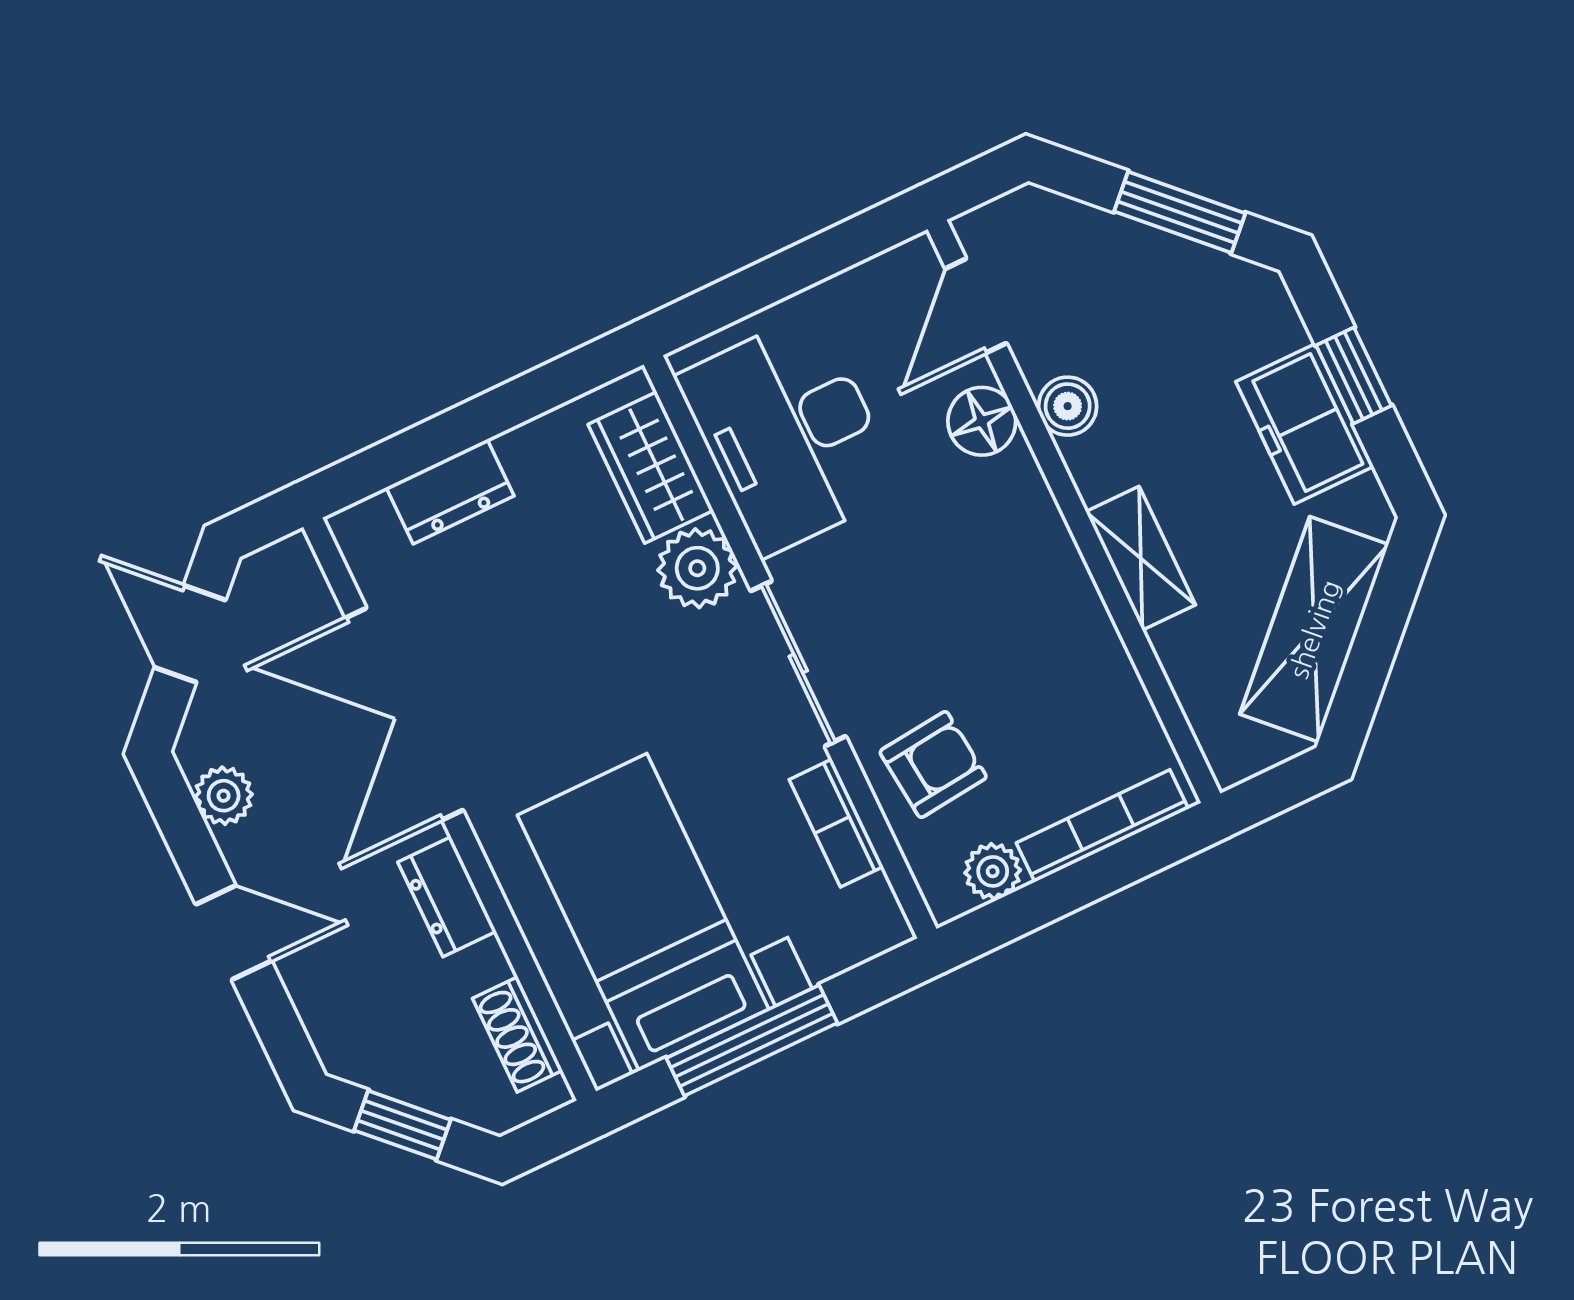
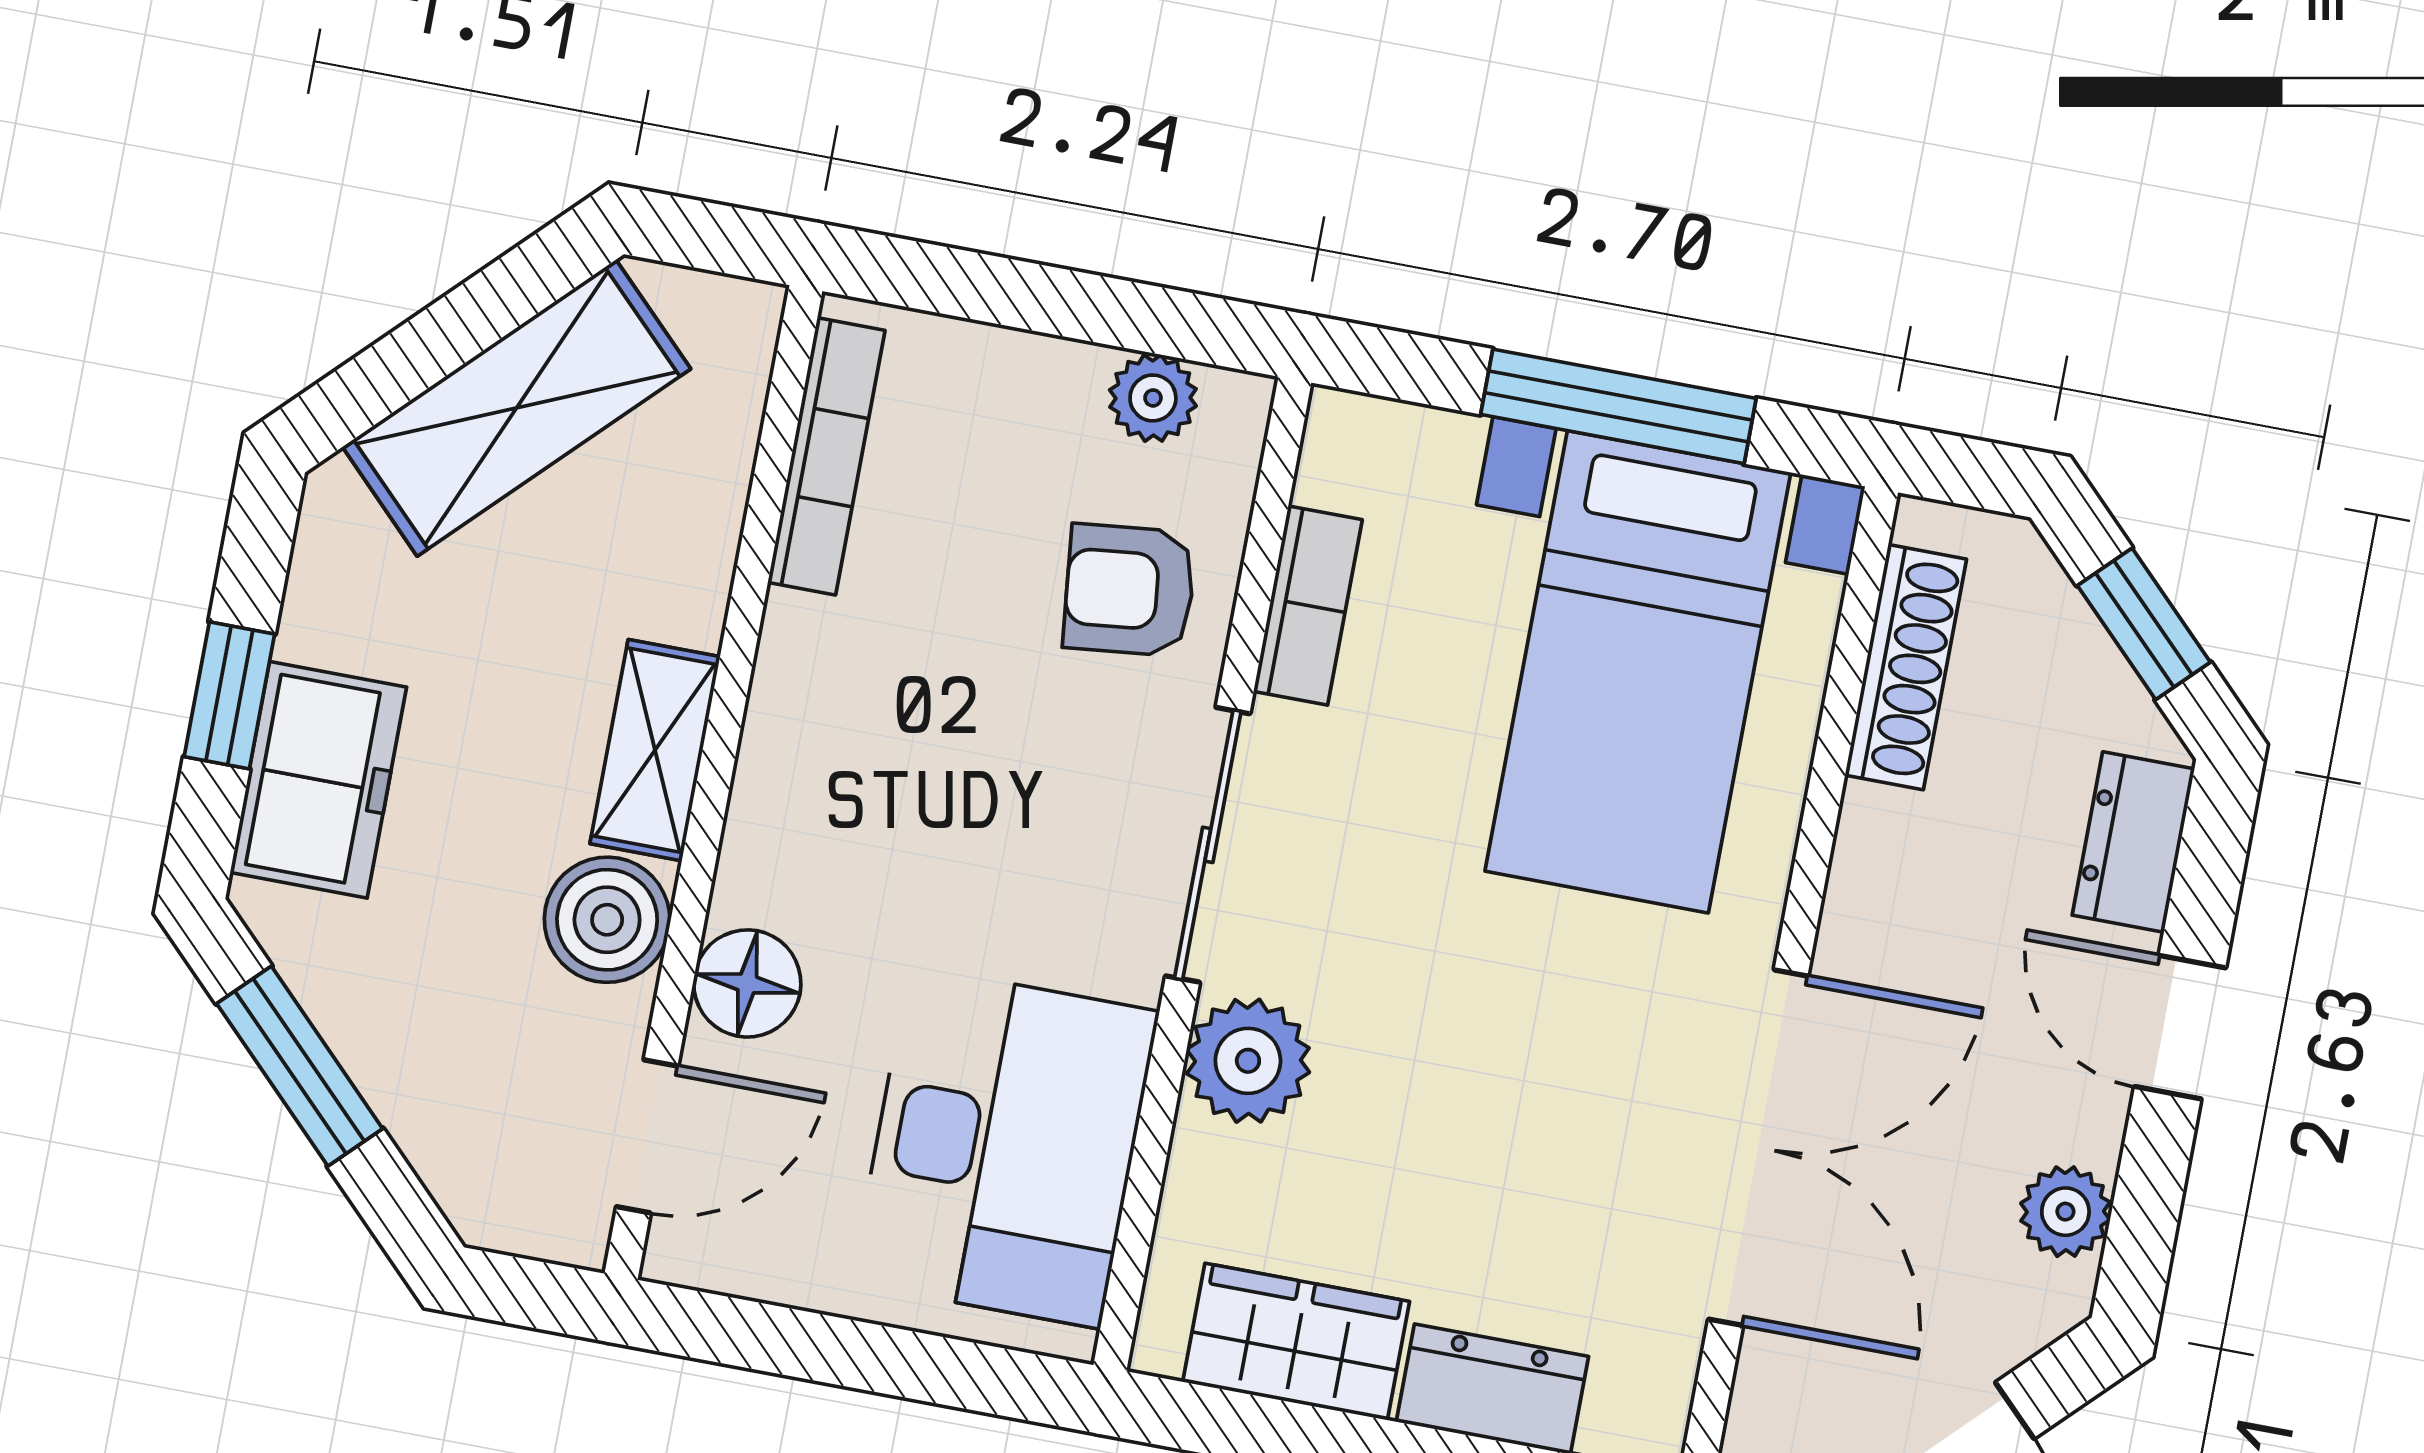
boiler: (1068, 406) -> (607, 920), width x1.36, depth x1.36
freezer: (1305, 424) -> (318, 780), moved
wardrobe: (651, 467) -> (1296, 1342), moved, turned -90
shelving: (1141, 558) -> (655, 750), moved
bookcase: (1102, 826) -> (826, 456), moved, turned -90
dresser: (447, 897) -> (2133, 842), moved, turned 180
shoe rack: (518, 1034) -> (1906, 667), width x1.43

